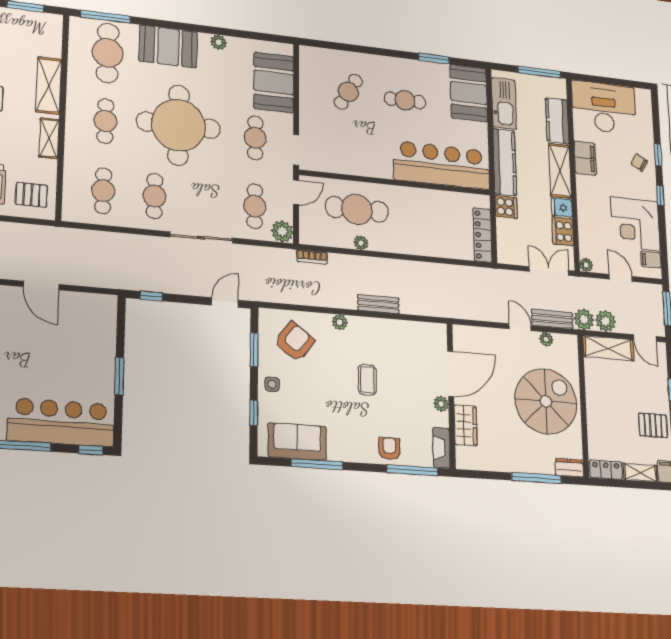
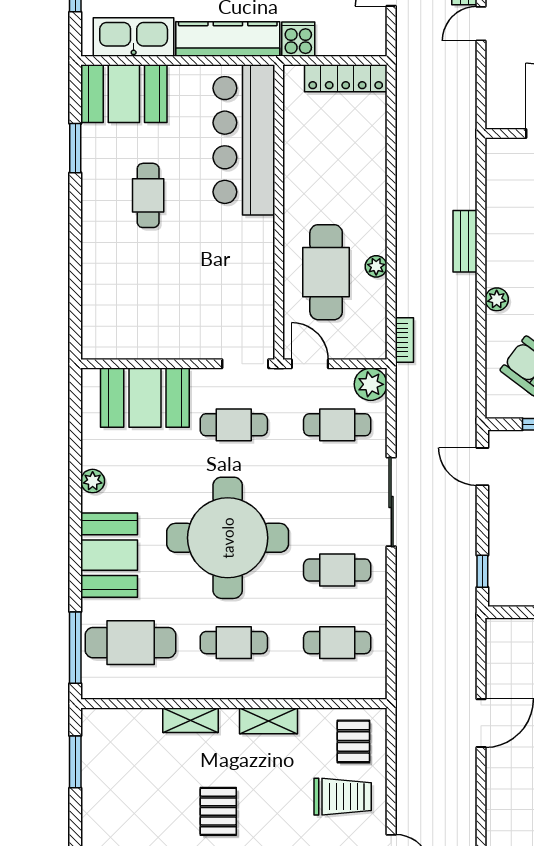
shelving: (49, 86) -> (190, 720), width x0.67, depth x0.75
cafe table: (348, 92) -> (145, 284), removed

